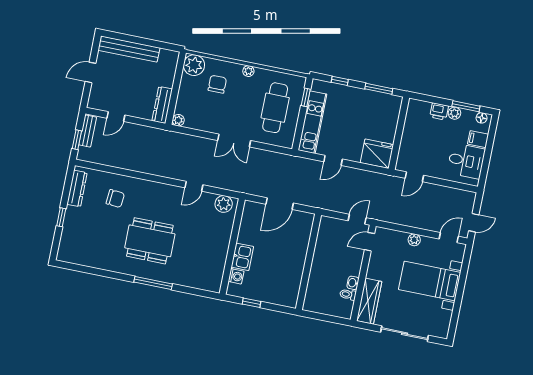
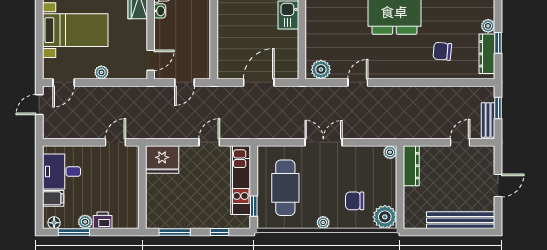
chair: (217, 84) -> (355, 201), turned 90
plant: (71, 213) -> (488, 26), added
window: (61, 217) -> (498, 43), moved
door: (357, 219) -> (185, 82), moved

